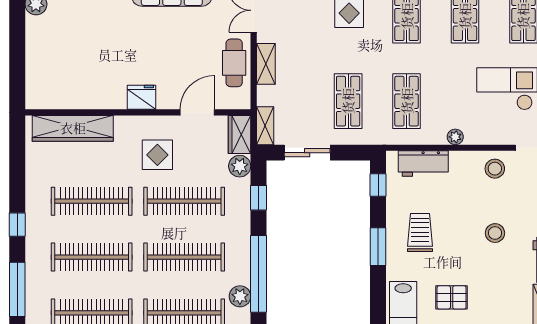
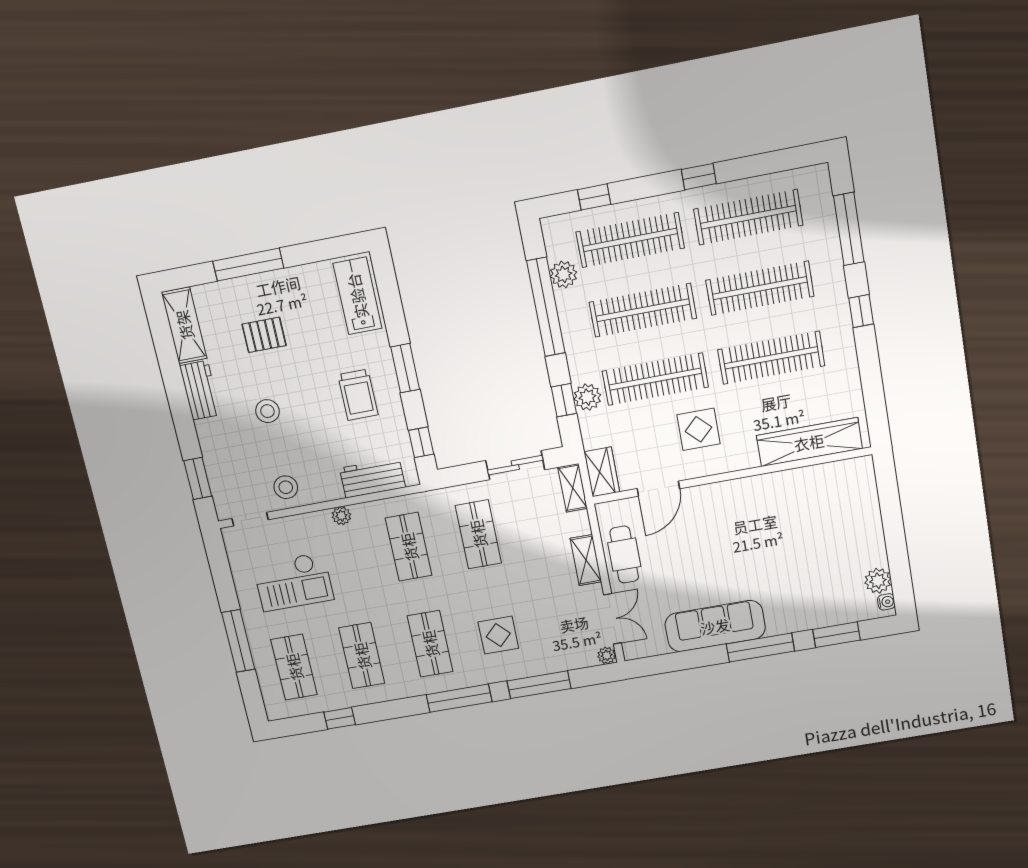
fridge: (141, 97) -> (730, 494), removed
plant: (240, 166) -> (587, 397), moved
pallet: (452, 297) -> (264, 335), moved

